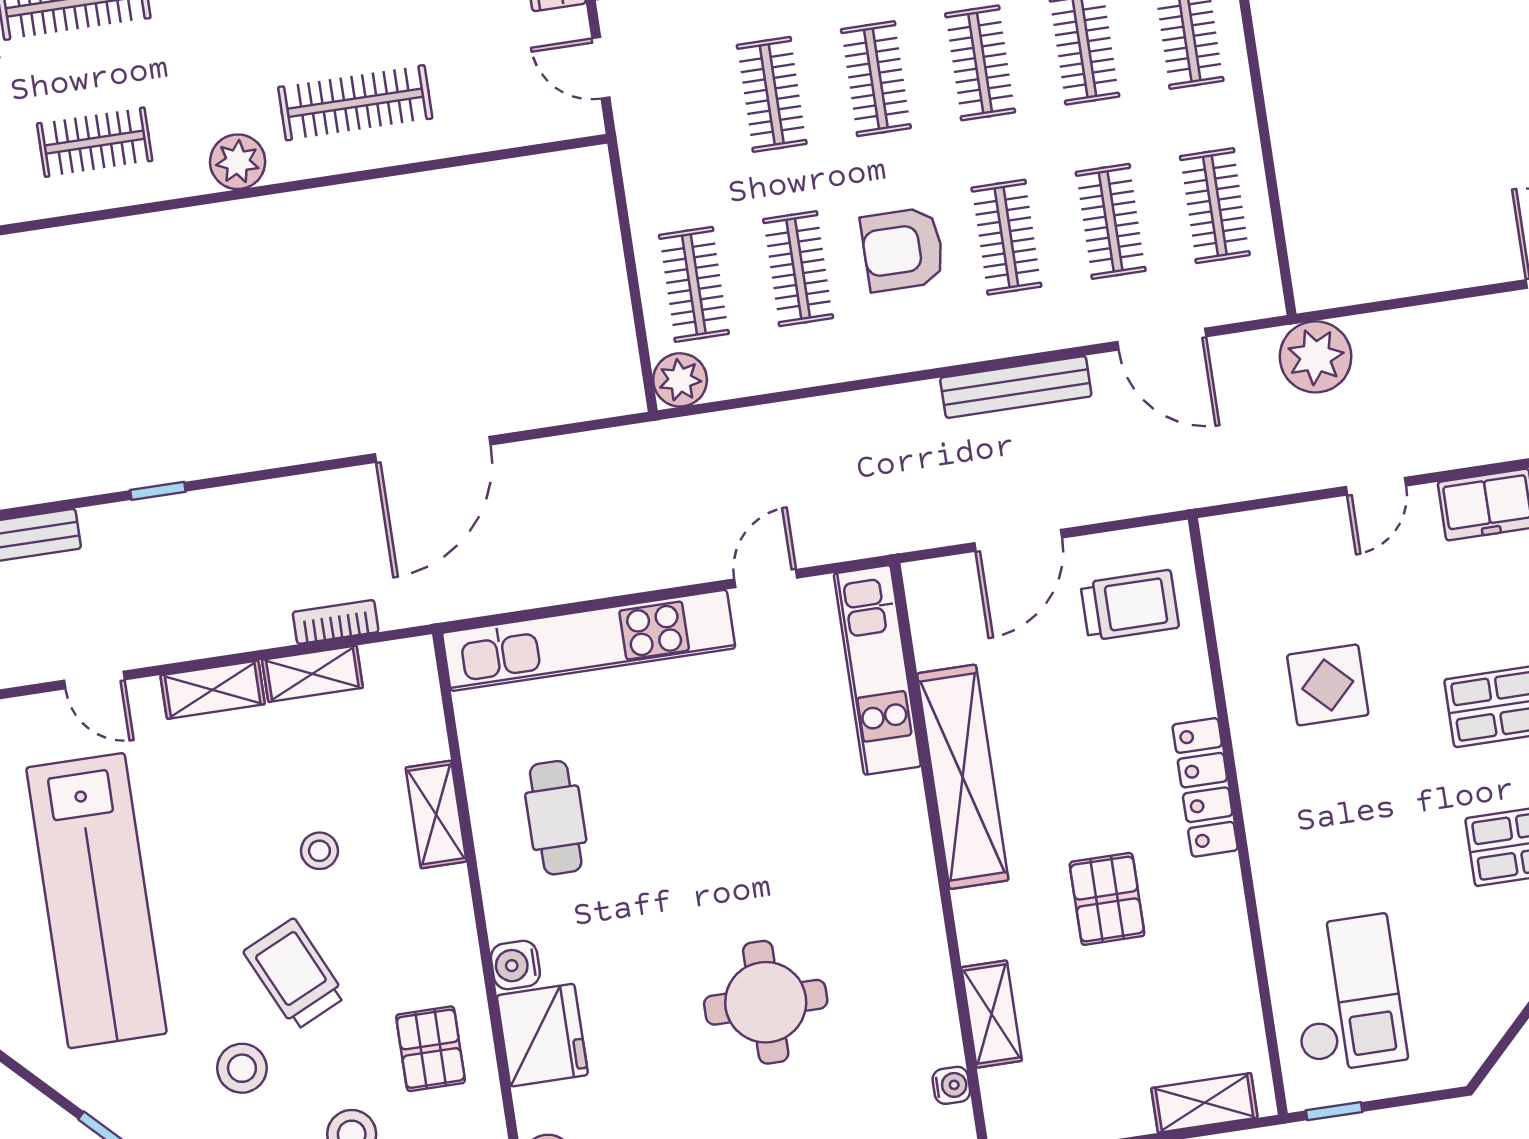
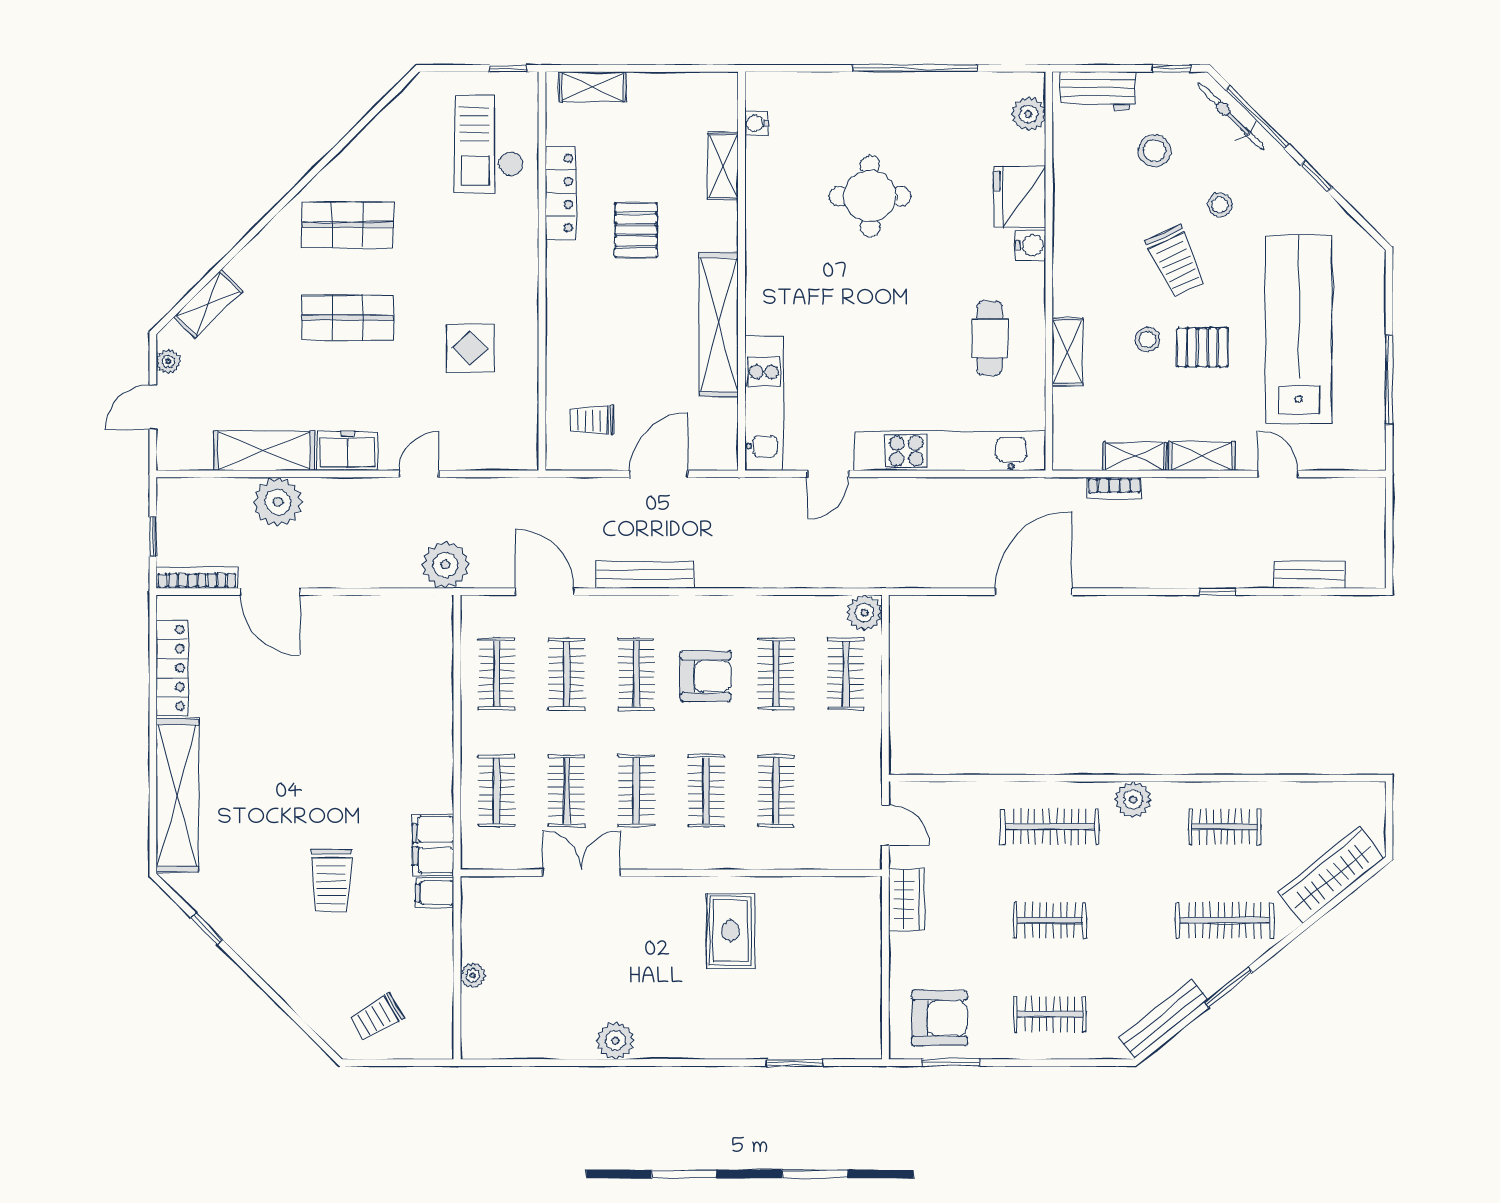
trolley: (1130, 605) -> (592, 420), width x0.73, depth x0.72
locker: (1205, 787) -> (561, 193), moved
pallet: (431, 1049) -> (1202, 347), moved, turned 90
stool: (242, 1068) -> (1220, 205), width x0.73, depth x0.73

